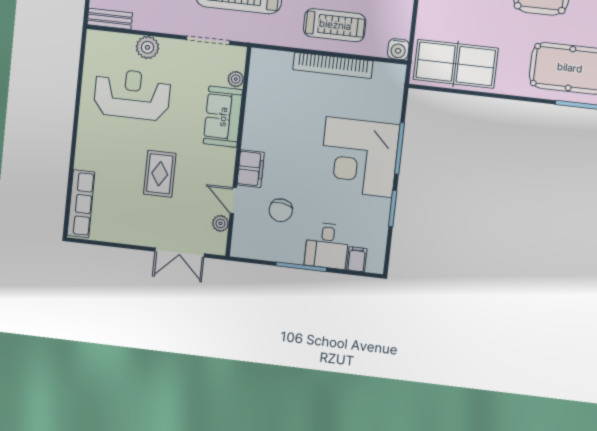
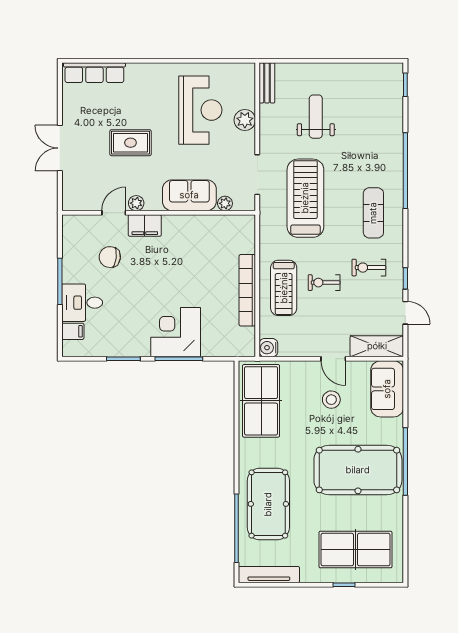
corner desk: (359, 157) -> (176, 332), width x0.74, depth x0.74
plant: (220, 223) -> (136, 203), moved
double door: (180, 253) -> (60, 148), moved

